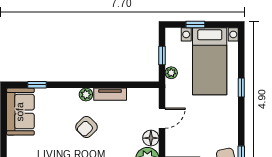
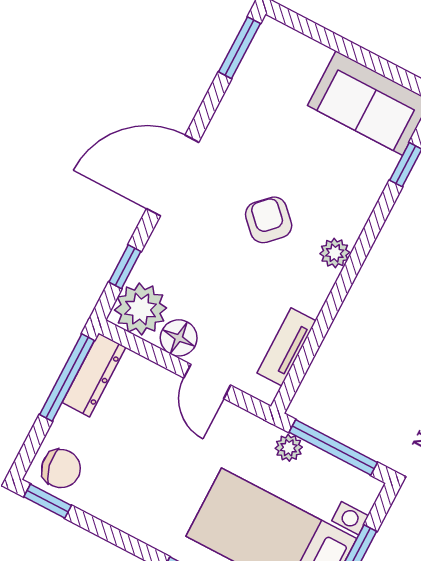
window: (162, 55) -> (333, 447), width x2.17
tv unit: (110, 94) -> (287, 347), moved

